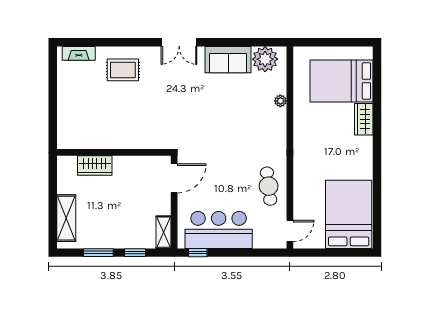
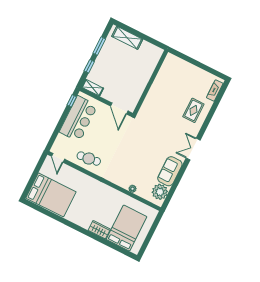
wardrobe: (95, 166) -> (148, 68), removed

